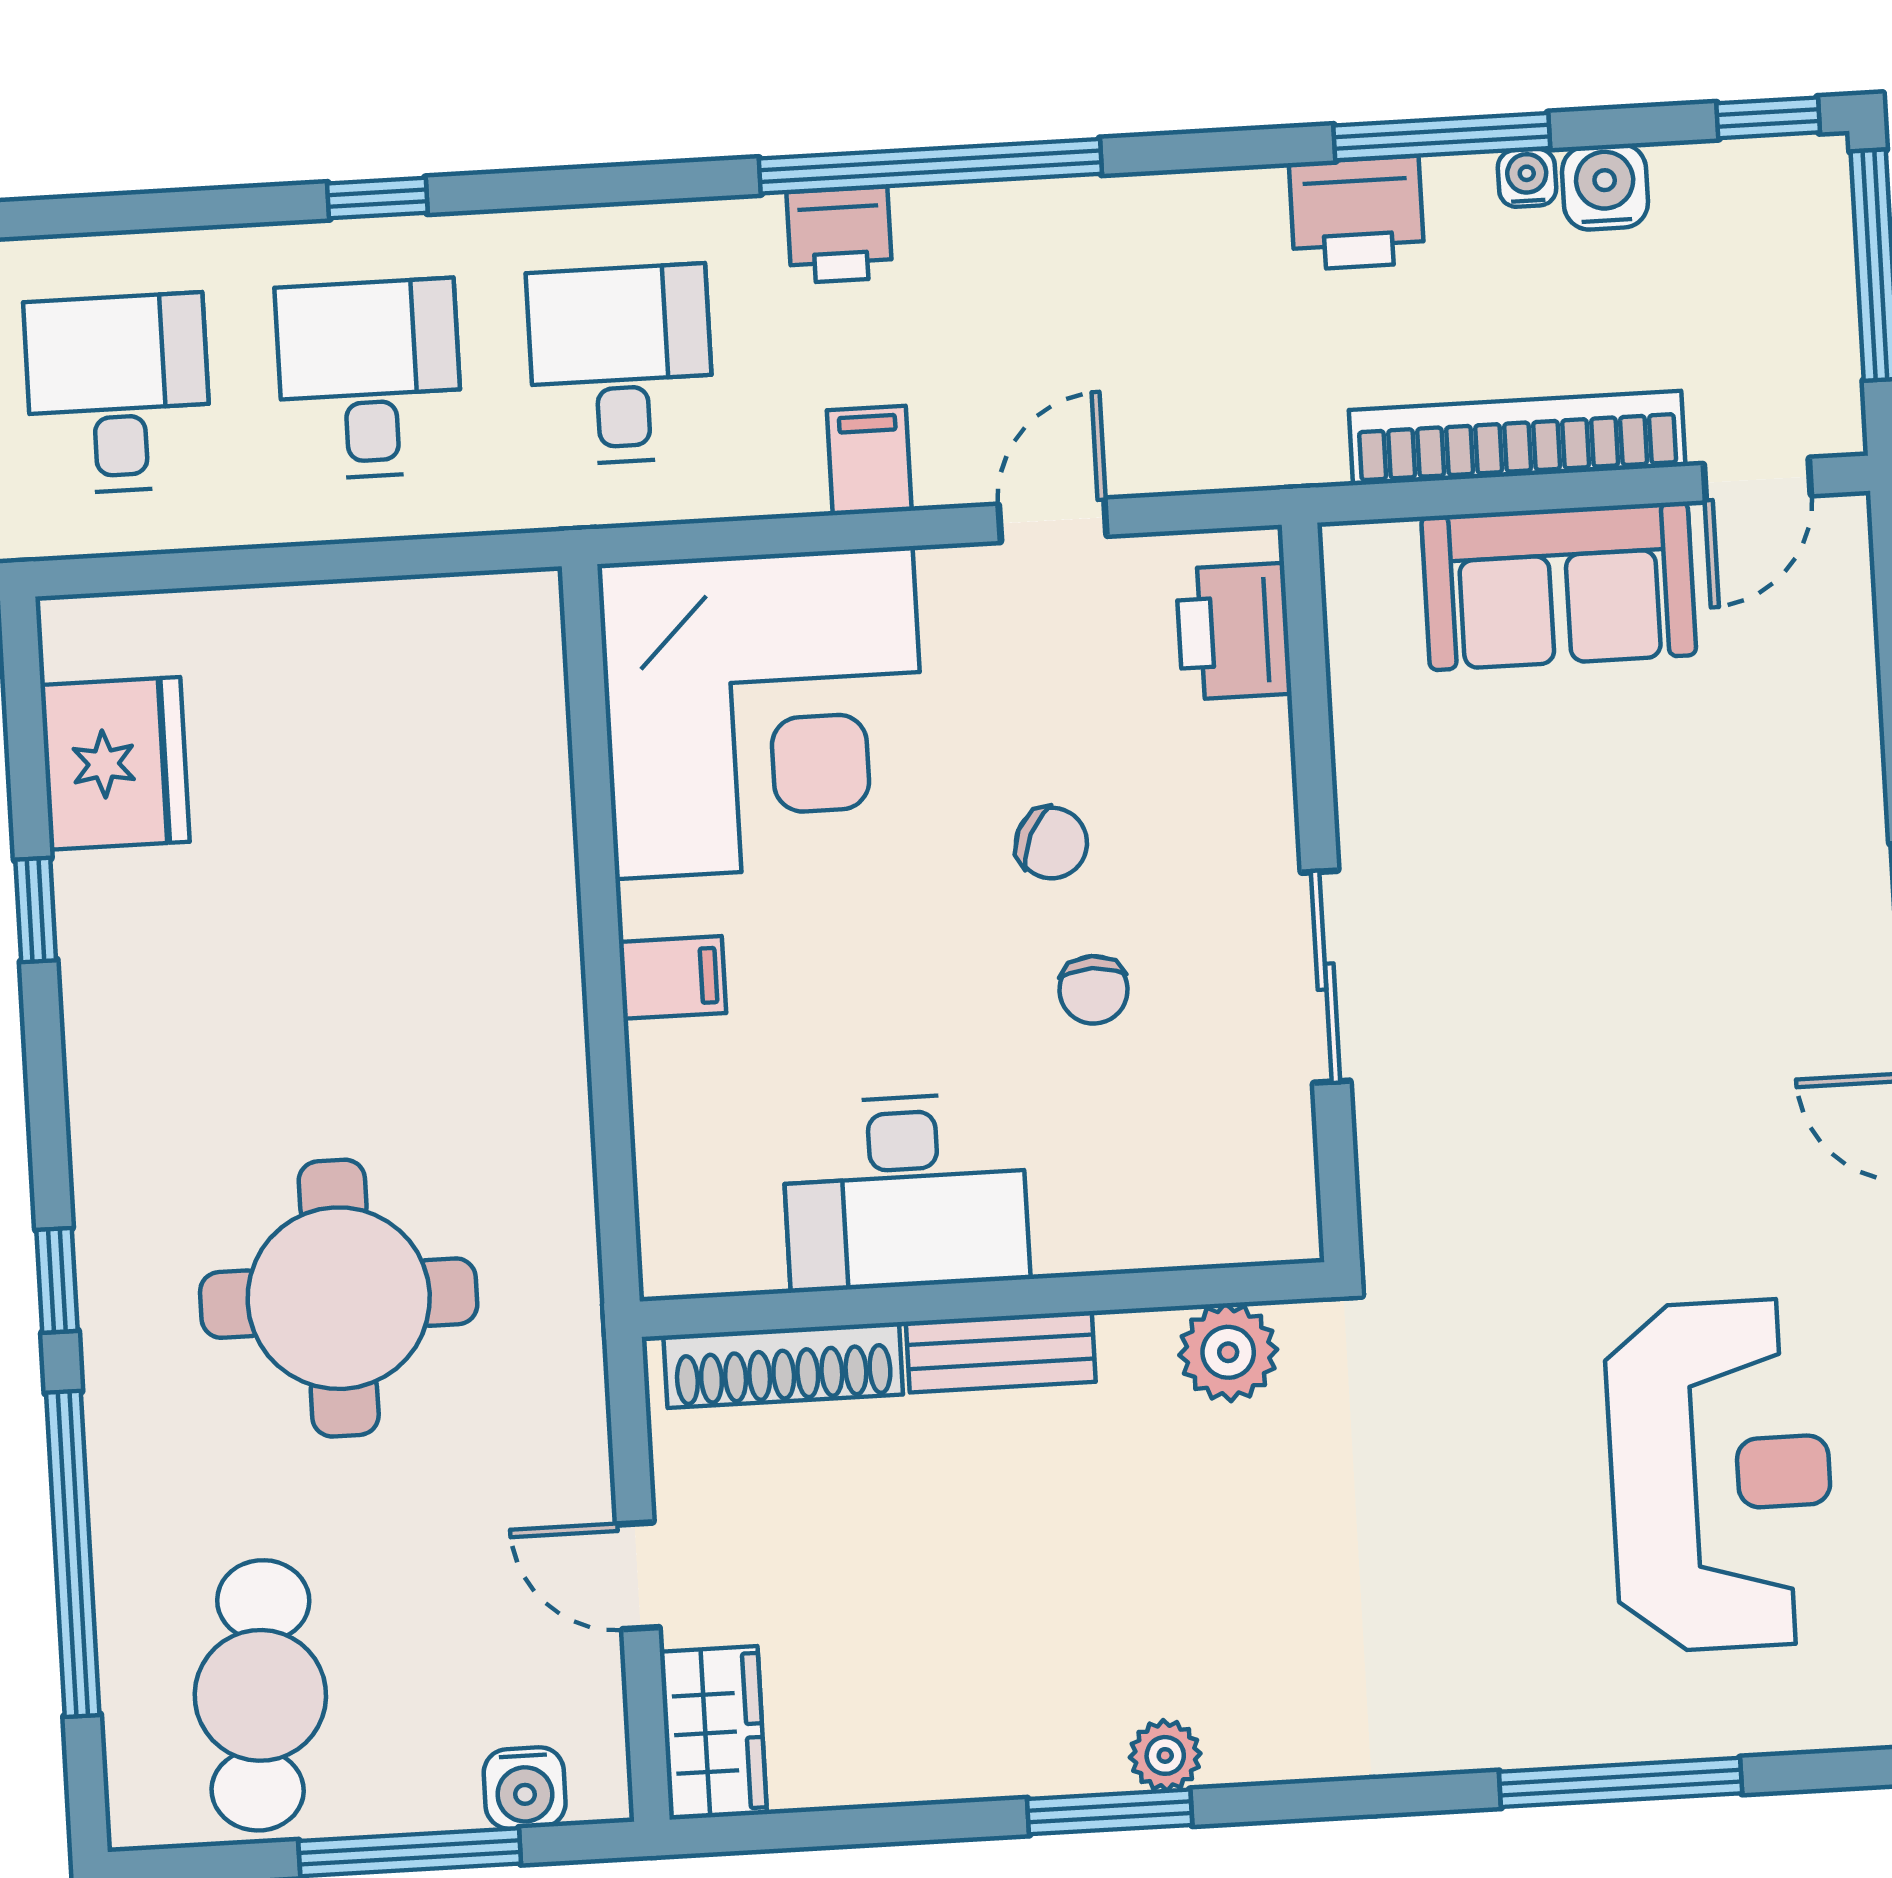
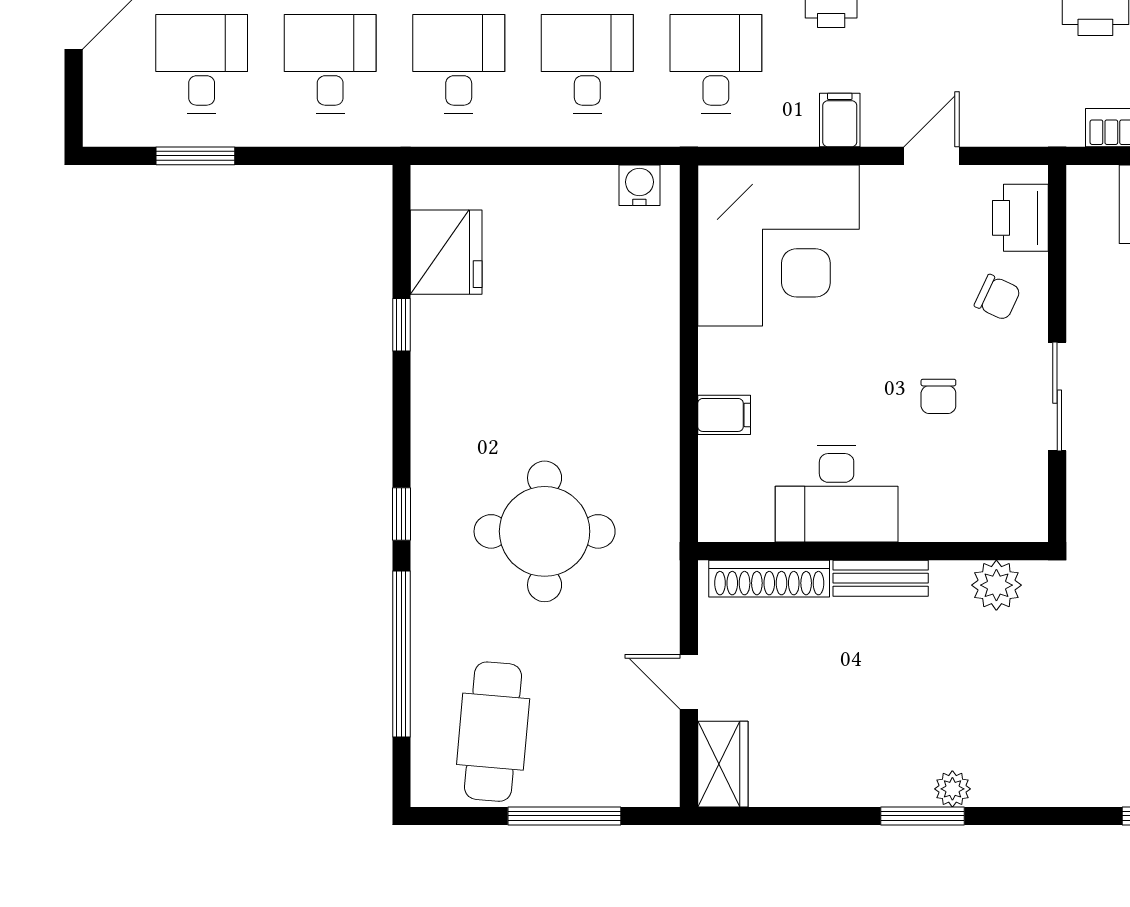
chair: (1051, 843) -> (997, 297), moved
filing cabinet: (673, 977) -> (724, 415), moved
water cooler: (525, 1788) -> (639, 185), moved, turned 180

